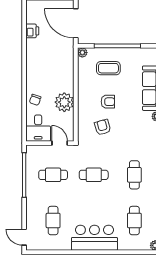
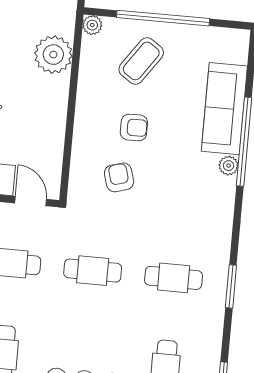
coffee table: (108, 68) -> (141, 61), turned -55
plant: (64, 102) -> (53, 55), moved
cafe table: (134, 175) -> (174, 278), turned 90

